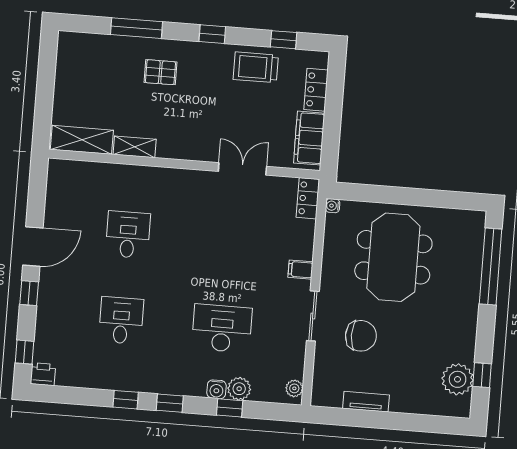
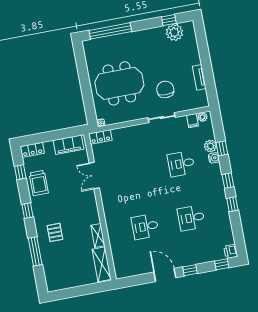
locker: (316, 90) -> (32, 150), moved
filing cabinet: (300, 270) -> (192, 121), moved
desk: (222, 328) -> (181, 164), width x0.73

